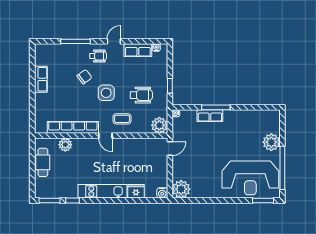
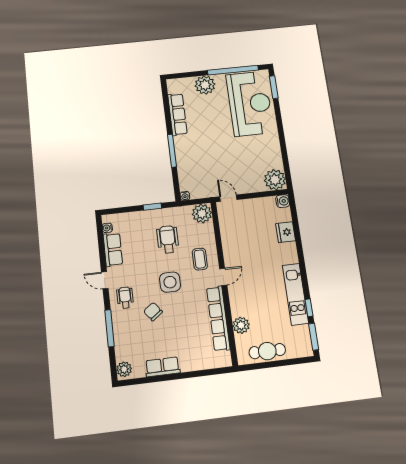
plant: (43, 50) -> (124, 369), added
row of seats: (210, 116) -> (177, 114), moved, width x1.48
kitchen unit: (102, 191) -> (295, 294), moved

